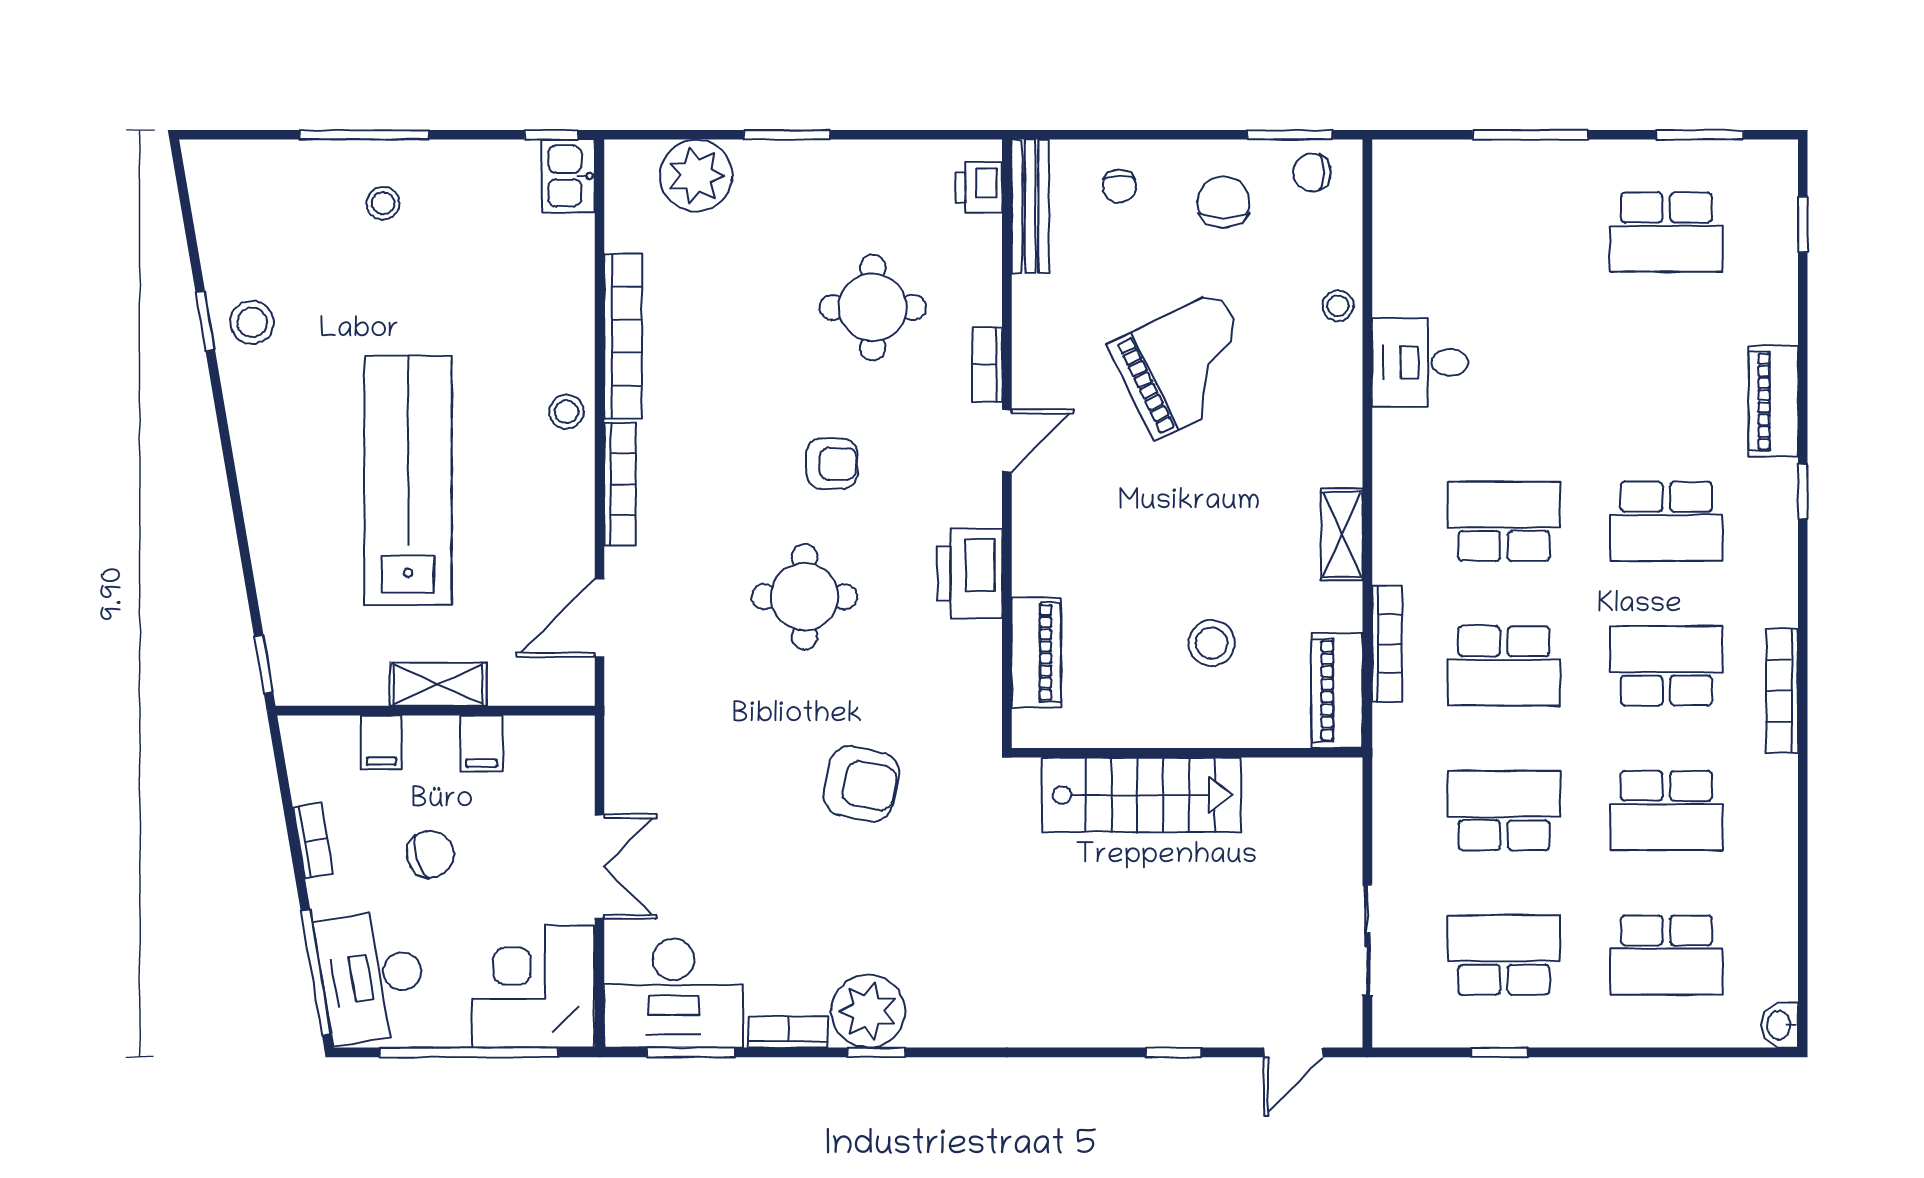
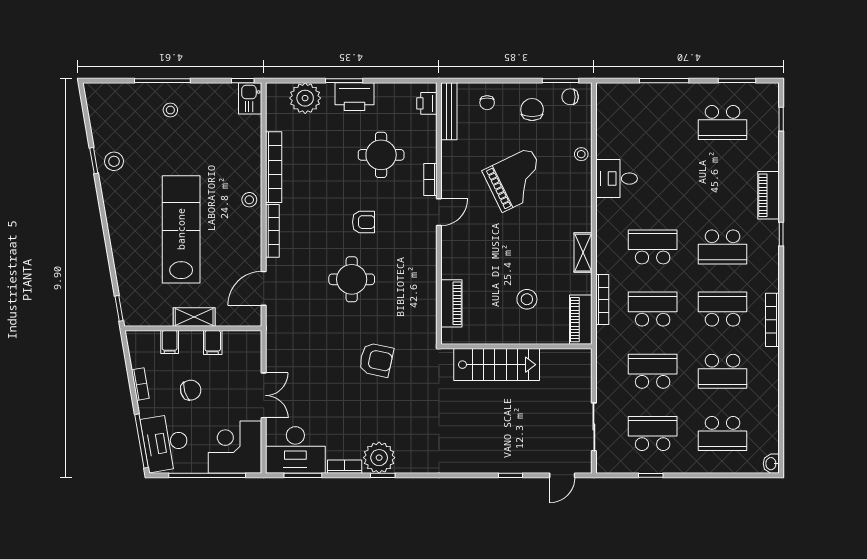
printer: (970, 573) -> (355, 97), moved, turned -90
school desk: (1504, 666) -> (653, 309), turned 180

